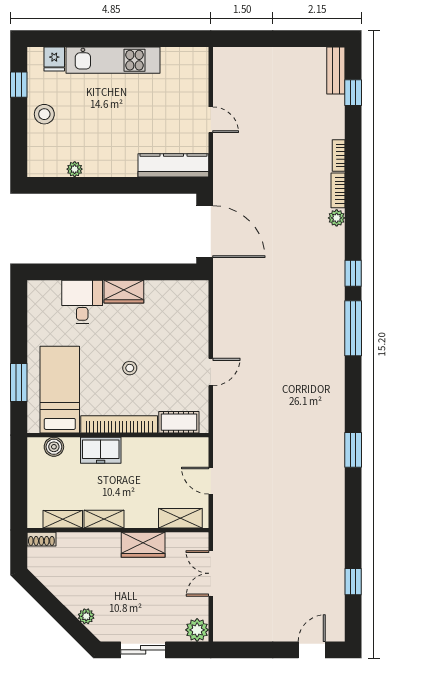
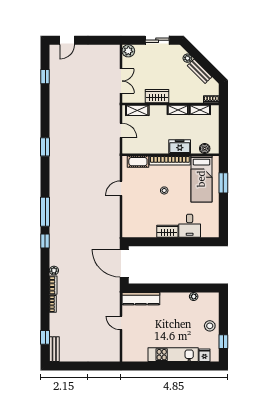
bench: (63, 592) -> (200, 71), added

